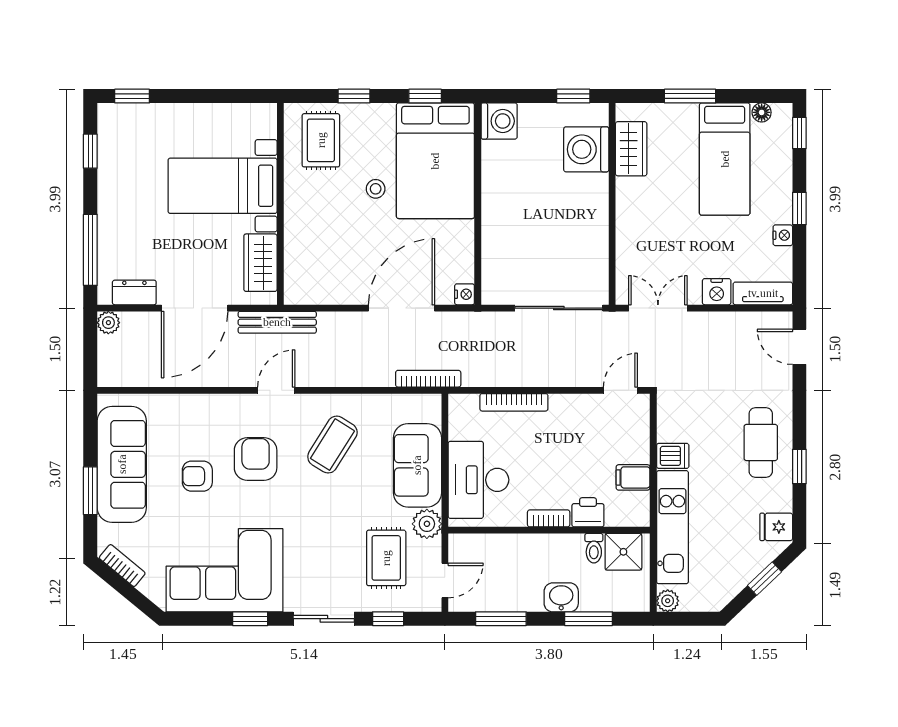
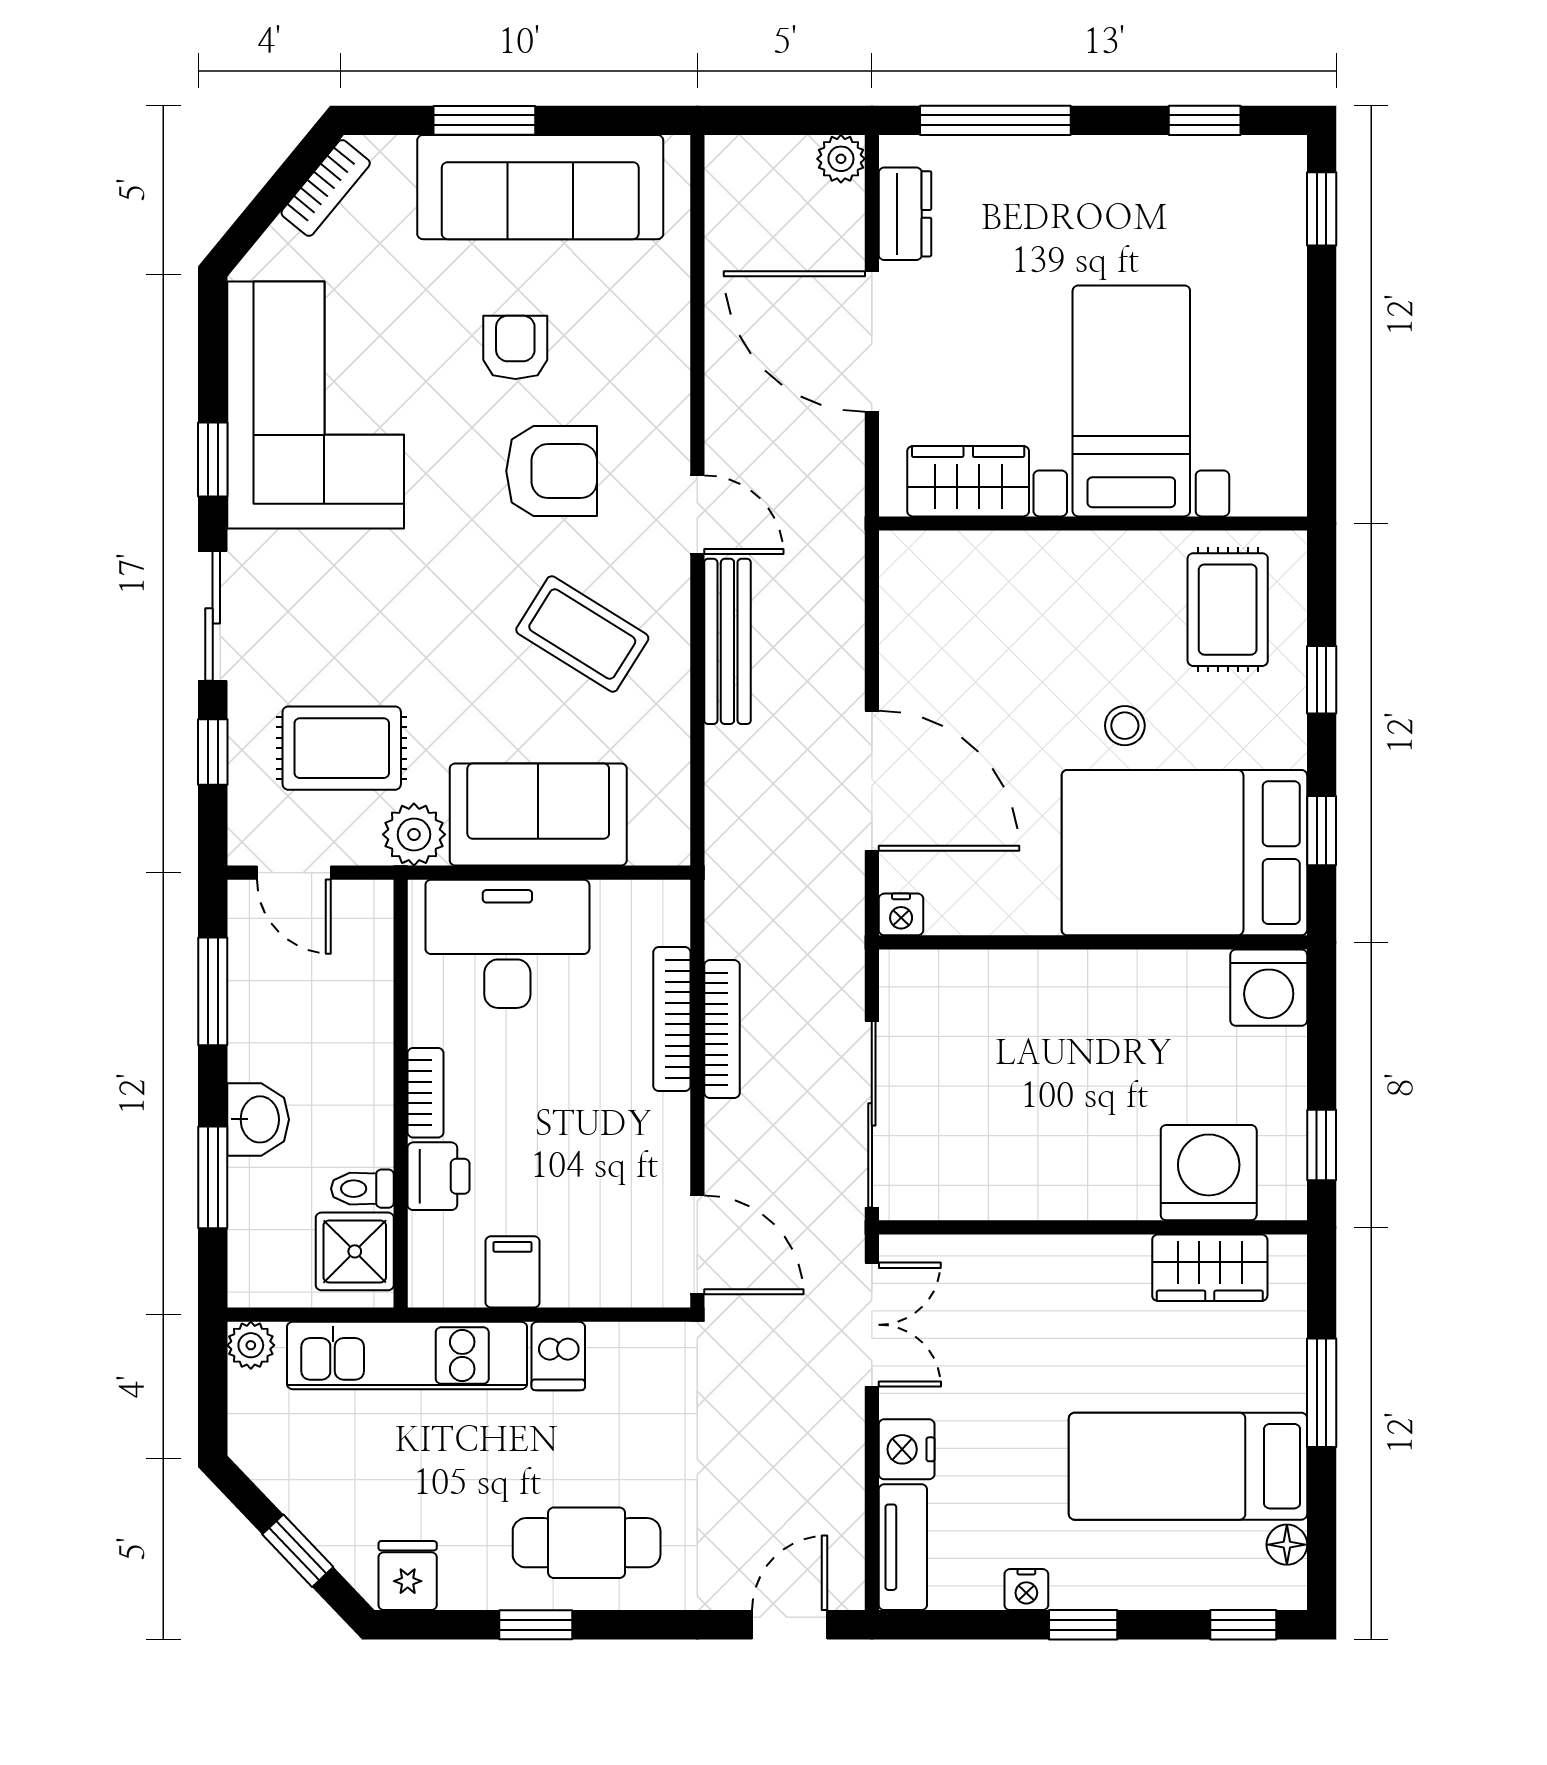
rug: (321, 140) -> (1228, 610), turned 90
bench: (277, 322) -> (727, 641), moved
bookcase: (428, 379) -> (722, 1029), moved
door: (620, 390) -> (697, 1245), width x1.38

